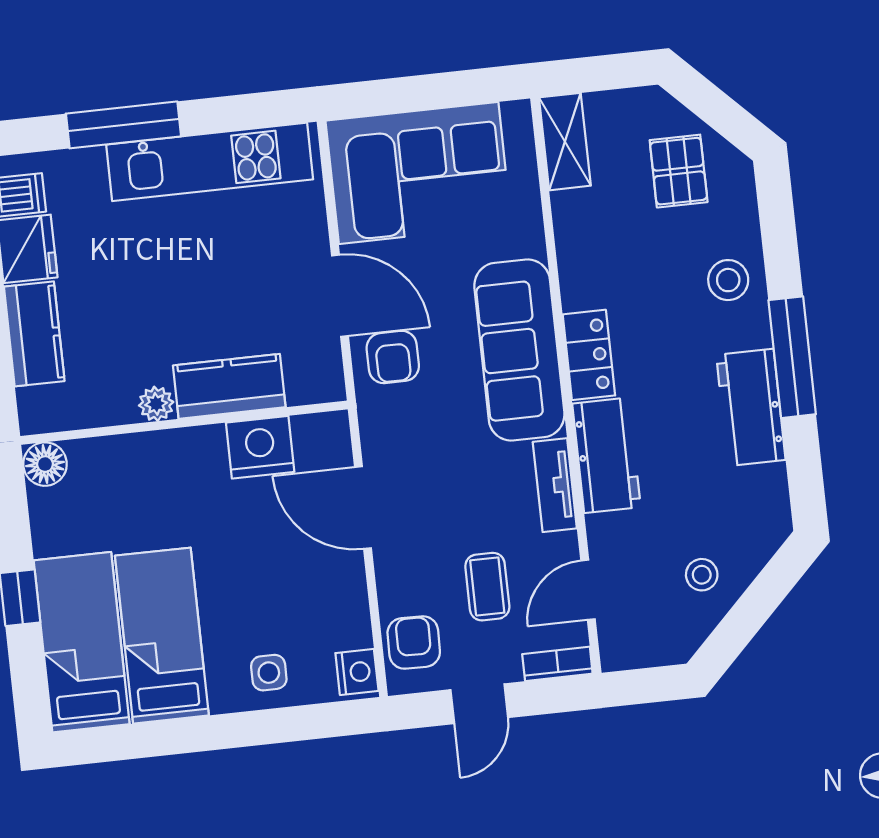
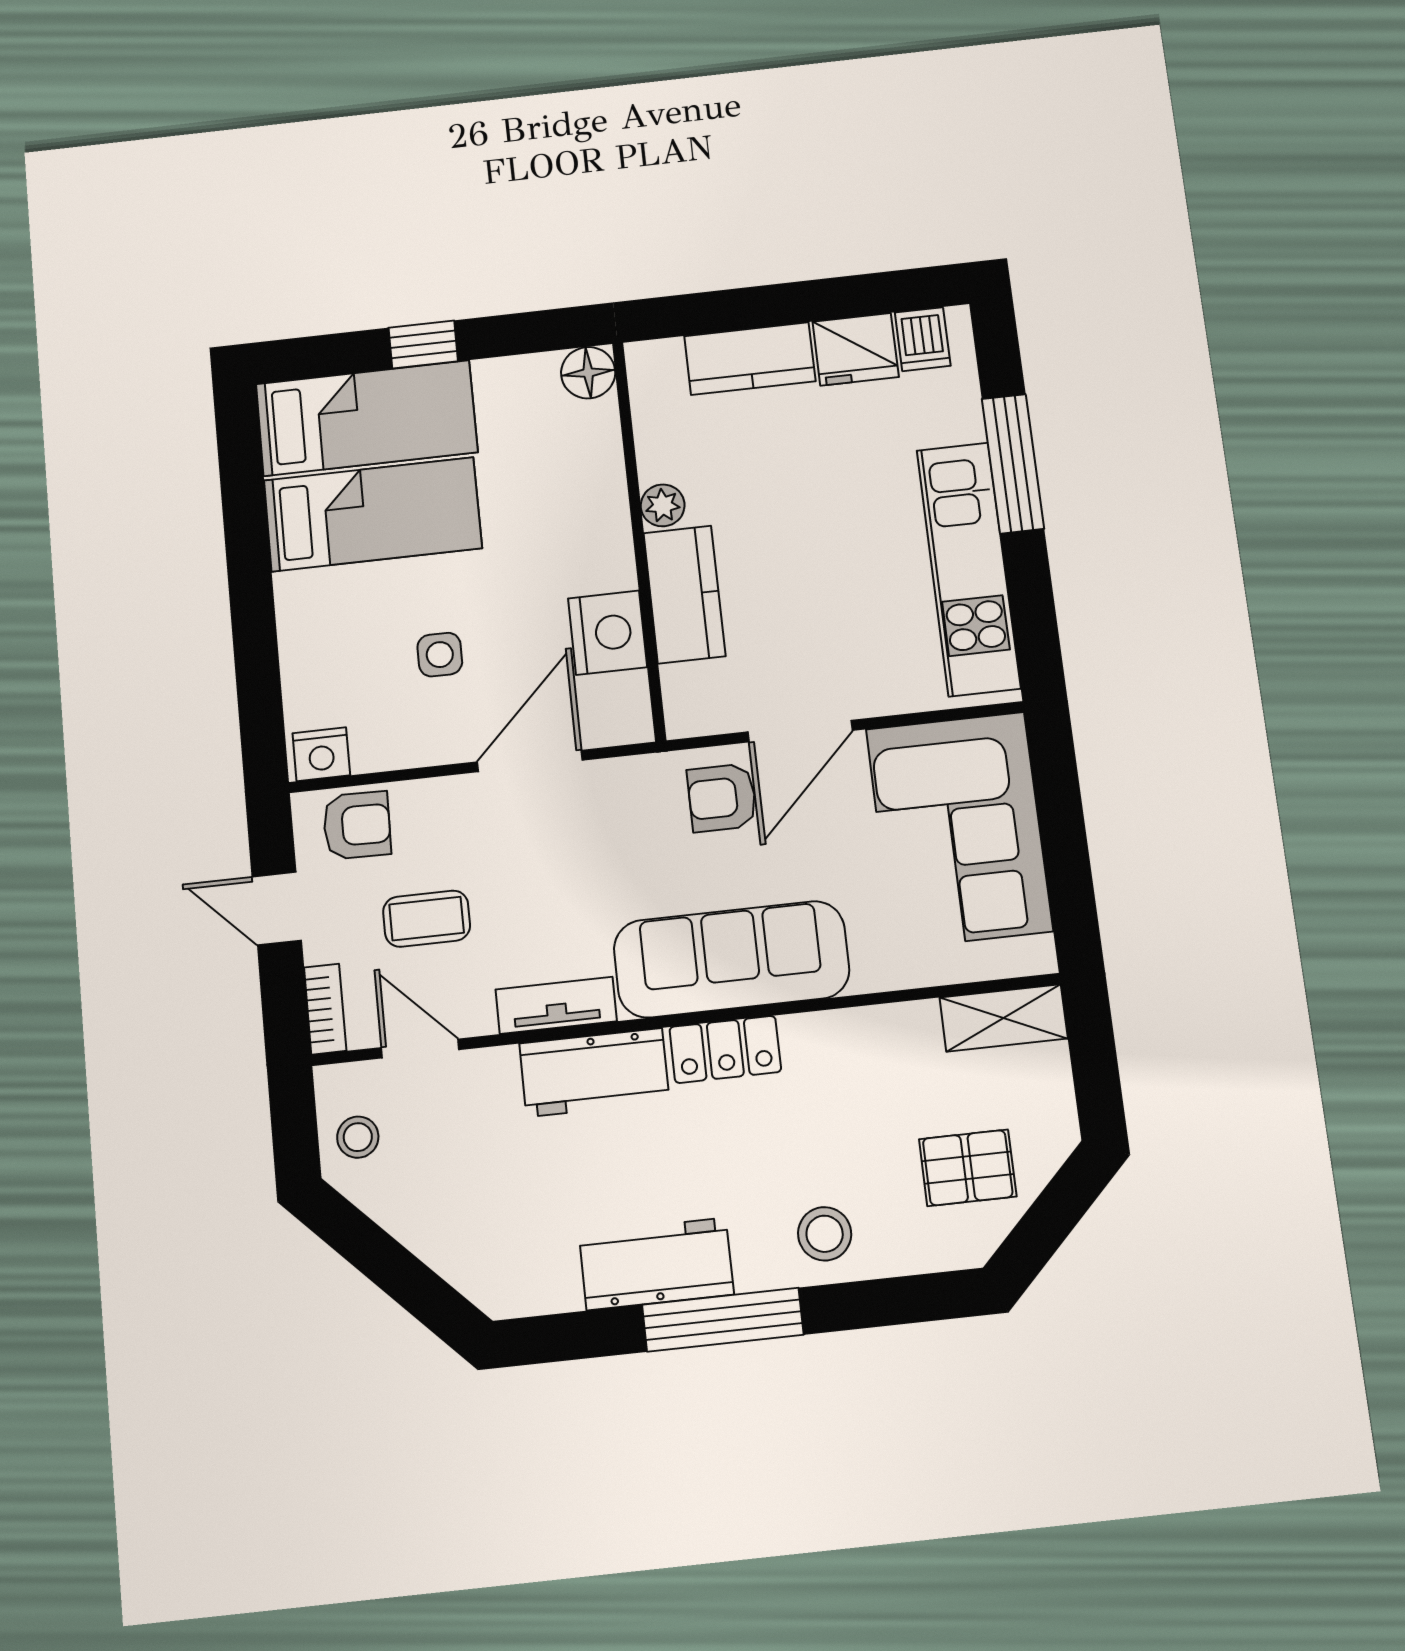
stool: (702, 575) -> (358, 1137), moved
side table: (269, 673) -> (440, 655), moved

